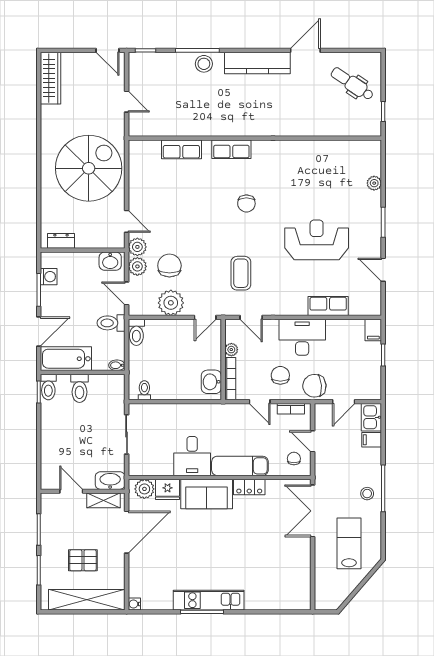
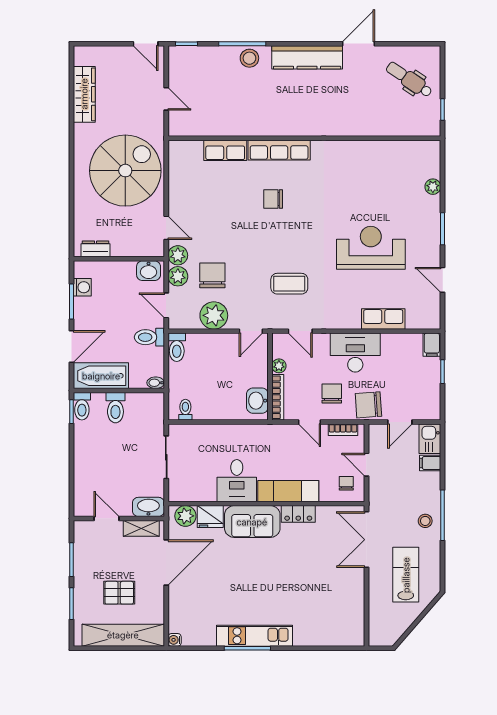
wardrobe: (51, 78) -> (84, 94), moved
row of seats: (231, 149) -> (279, 150), width x1.48
chair: (246, 204) -> (273, 199), moved, turned 90
coffee table: (241, 273) -> (289, 284), turned 90

